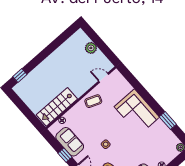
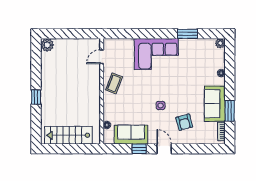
plant: (91, 48) -> (47, 45), moved
window: (20, 75) -> (36, 97), moved
stairs: (57, 107) -> (68, 135), moved, turned 90

